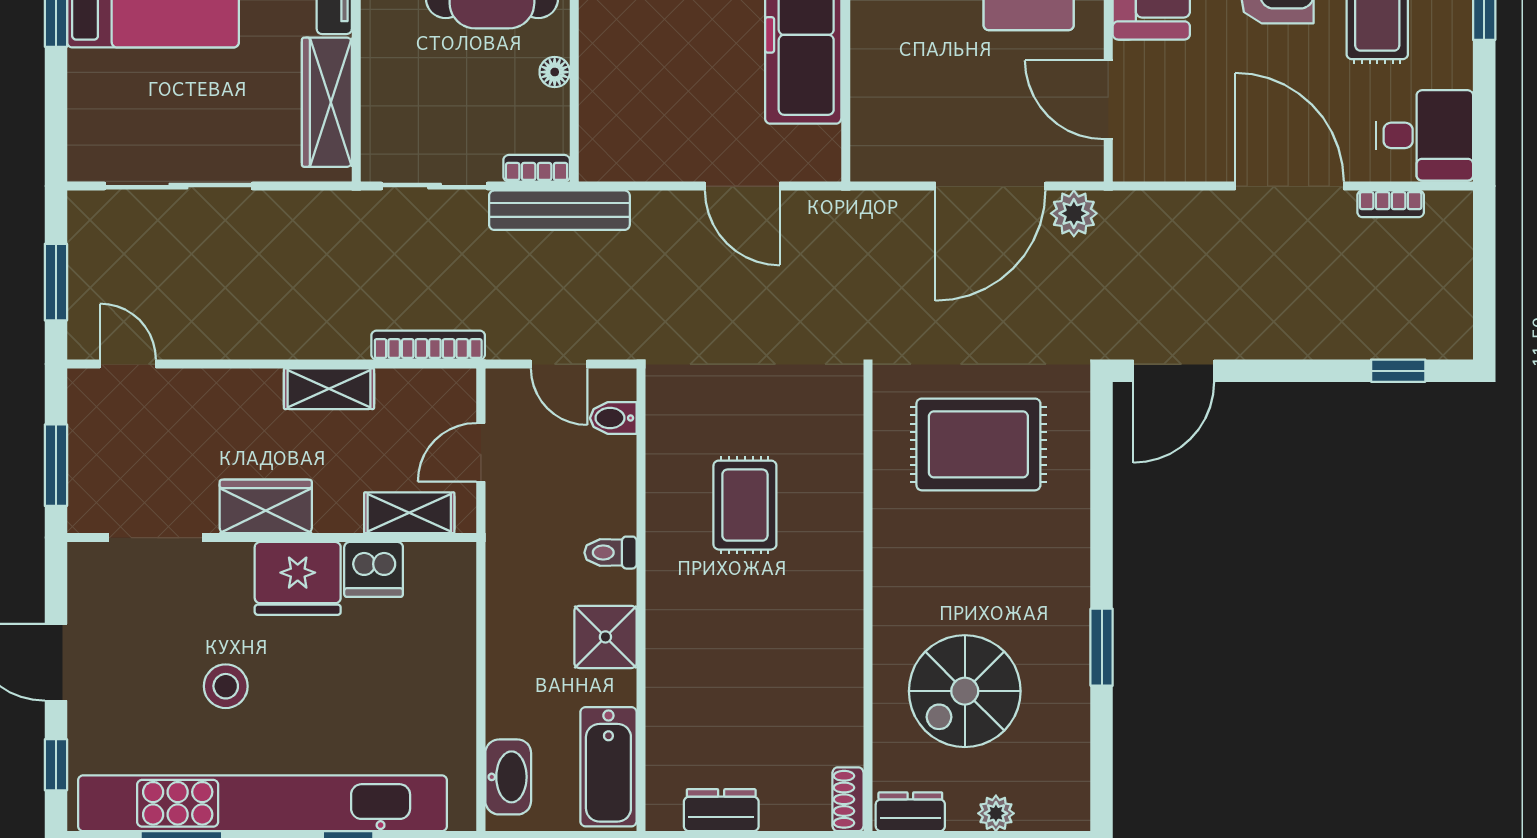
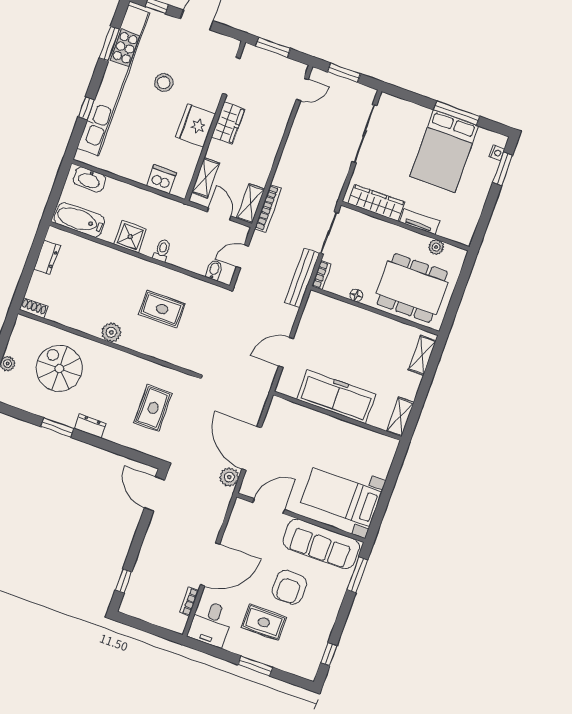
shelving: (329, 389) -> (251, 204), moved
rug: (978, 444) -> (153, 408), width x0.73, depth x0.70
dishwasher: (374, 569) -> (162, 179), moved, turned 90
plant: (840, 602) -> (111, 332), added
dresser: (910, 812) -> (90, 426), moved, turned -90

